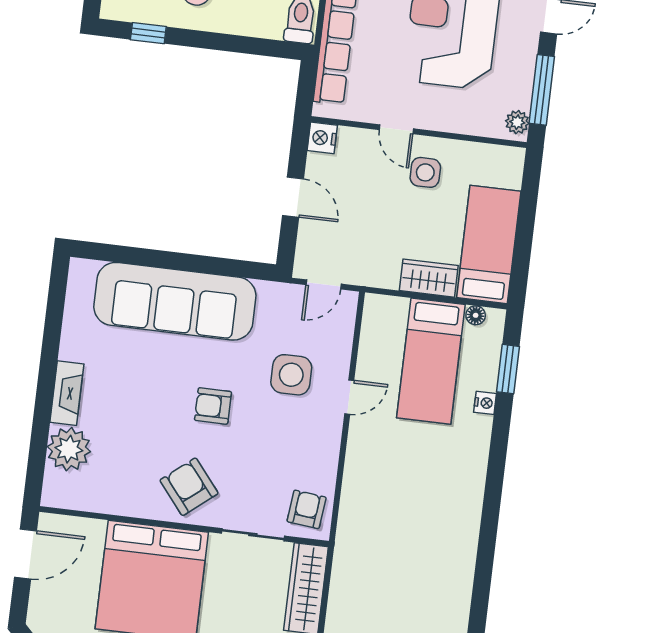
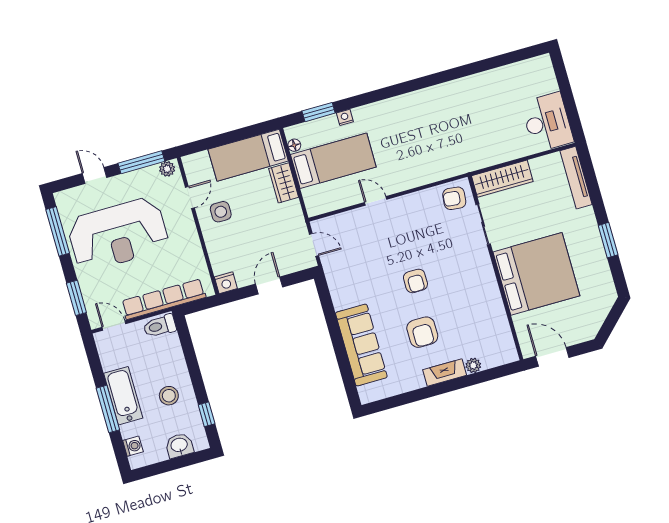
door: (396, 129) -> (190, 198), moved
sofa: (175, 301) -> (361, 345), width x0.74, depth x0.79
side table: (291, 375) -> (377, 242), removed
plant: (69, 449) -> (473, 365), width x0.53, depth x0.53
armchair: (189, 487) -> (422, 332), moved, turned -51

